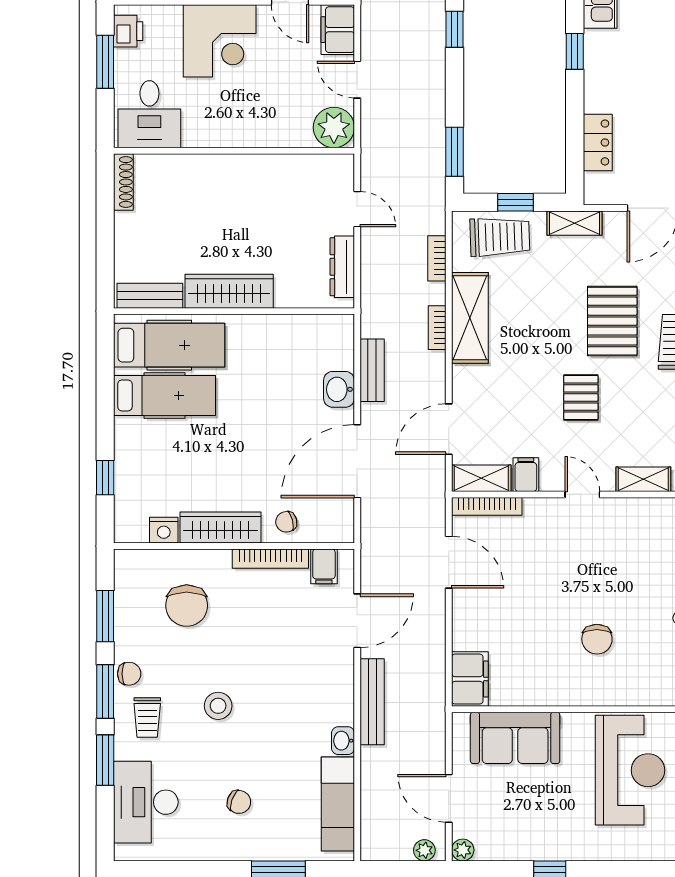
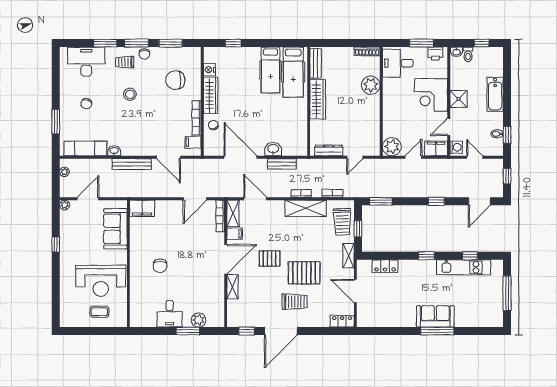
plant: (198, 174) -> (371, 85), added
door: (582, 494) -> (226, 259), width x1.87
chair: (597, 639) -> (160, 266), turned -90
plant: (424, 850) -> (64, 172), moved

